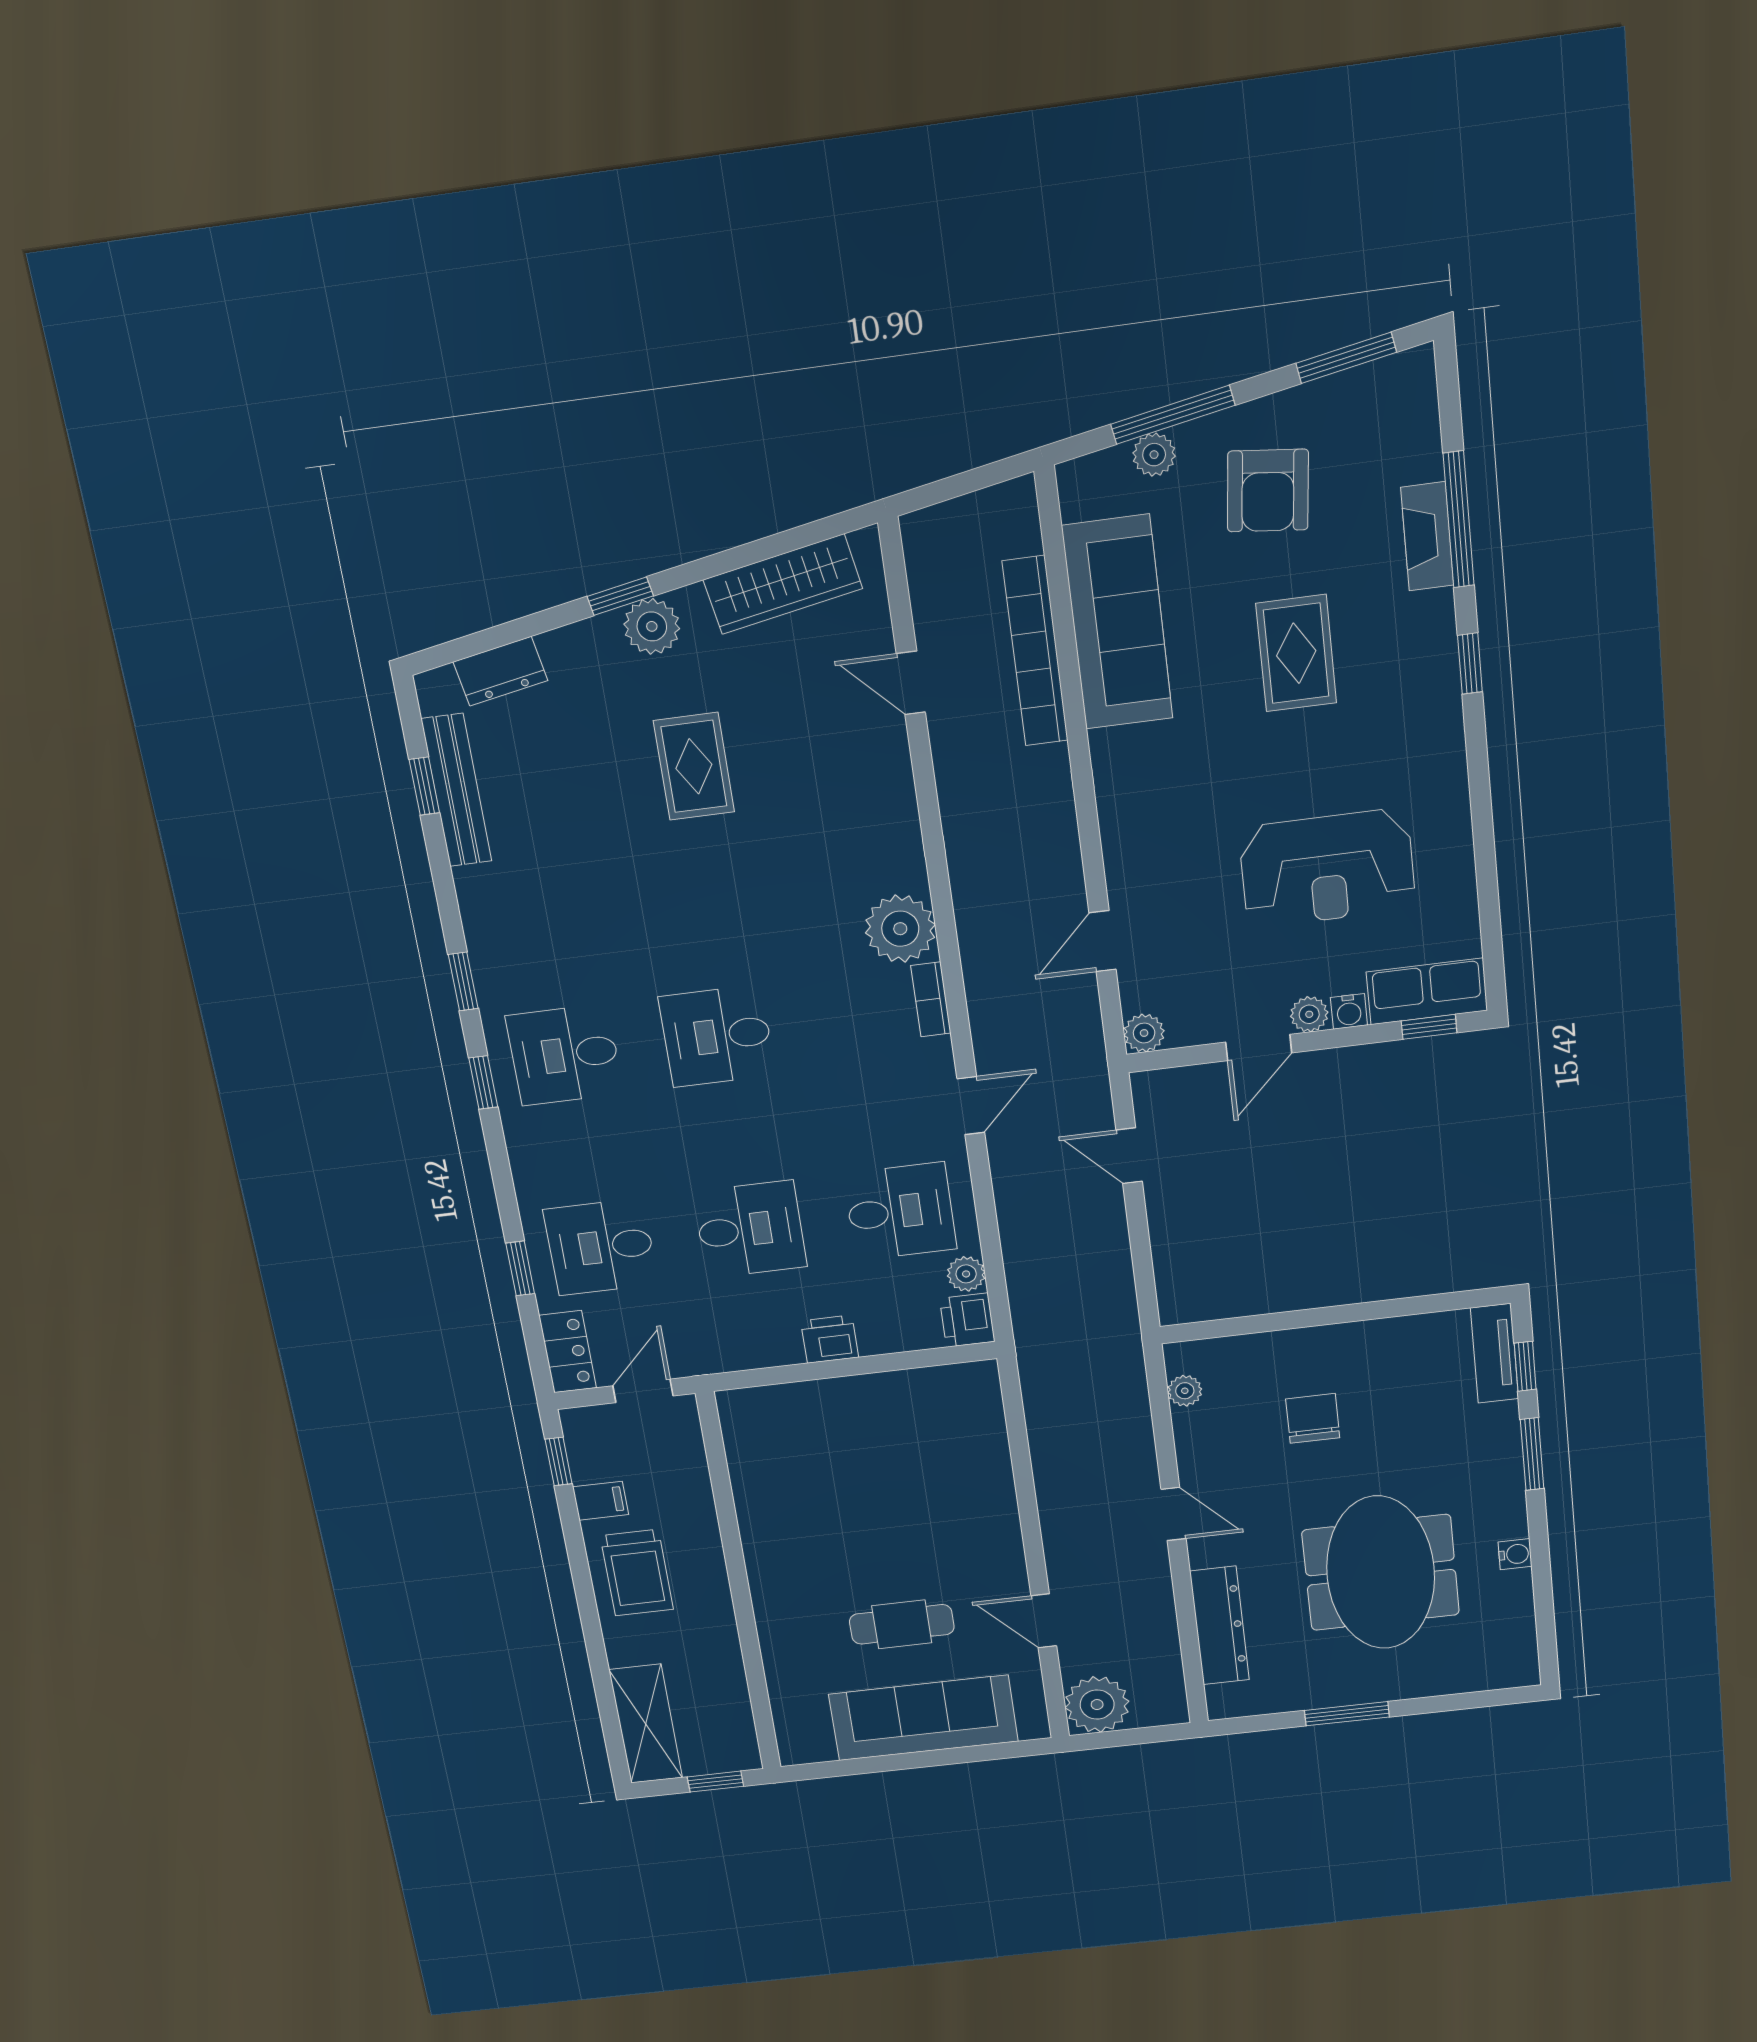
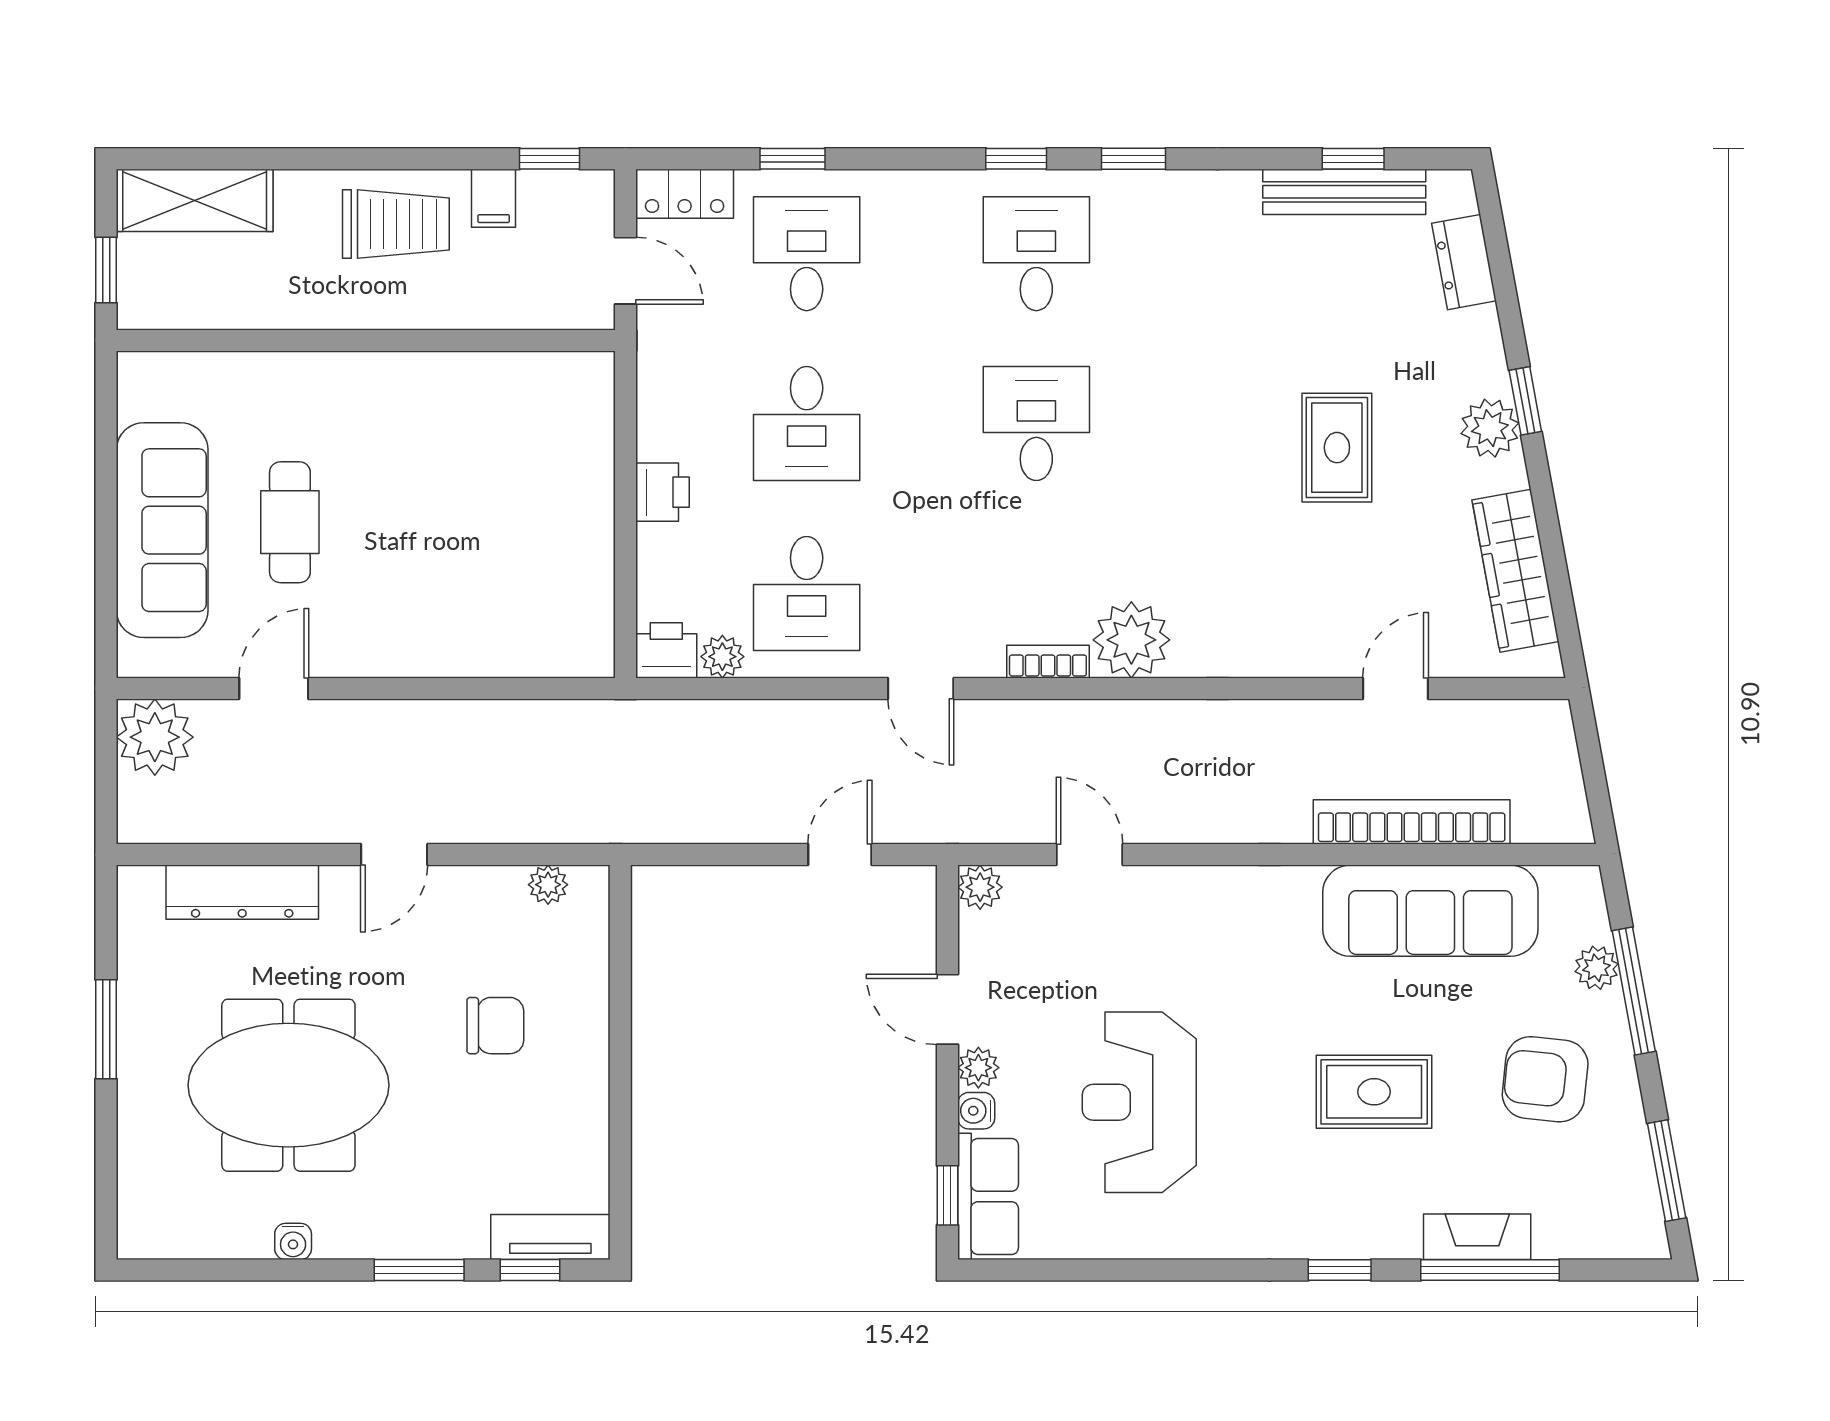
rug: (694, 766) -> (1337, 448), turned 90
trolley: (637, 1573) -> (396, 224), turned 180

